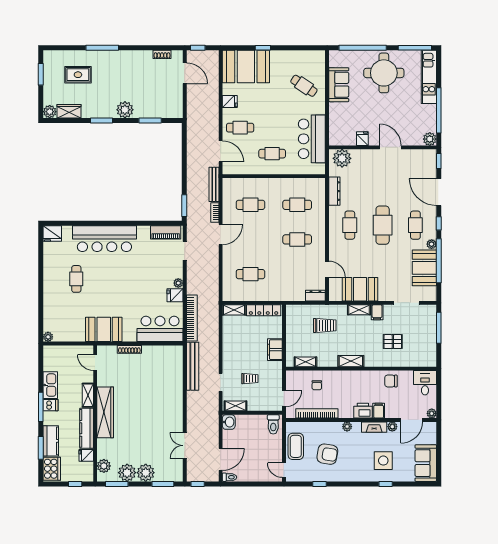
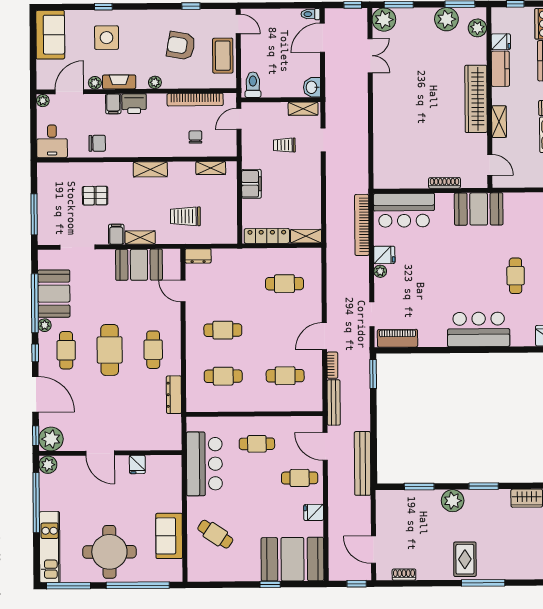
rug: (78, 75) -> (465, 559), moved, turned 90
plant: (342, 158) -> (51, 439), moved
bar counter: (104, 239) -> (479, 329), width x0.73
bench: (193, 366) -> (363, 463), moved
kitchen counter: (87, 428) -> (500, 69), width x0.67
plant: (146, 473) -> (384, 20), moved

